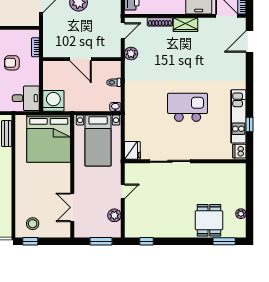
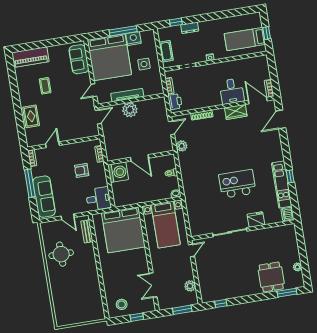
wardrobe: (185, 25) -> (236, 112), moved
washing machine: (53, 101) -> (118, 172), moved, turned 90
window: (249, 124) -> (290, 176), moved
fridge: (132, 150) -> (256, 220), moved, turned -90
door: (123, 191) -> (191, 250), moved
window: (30, 241) -> (137, 317), moved

